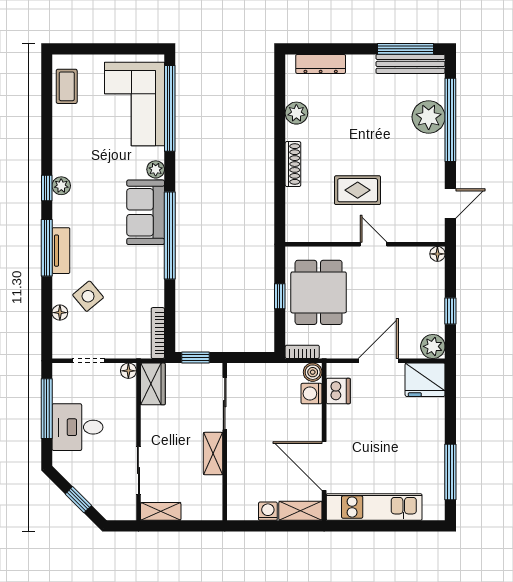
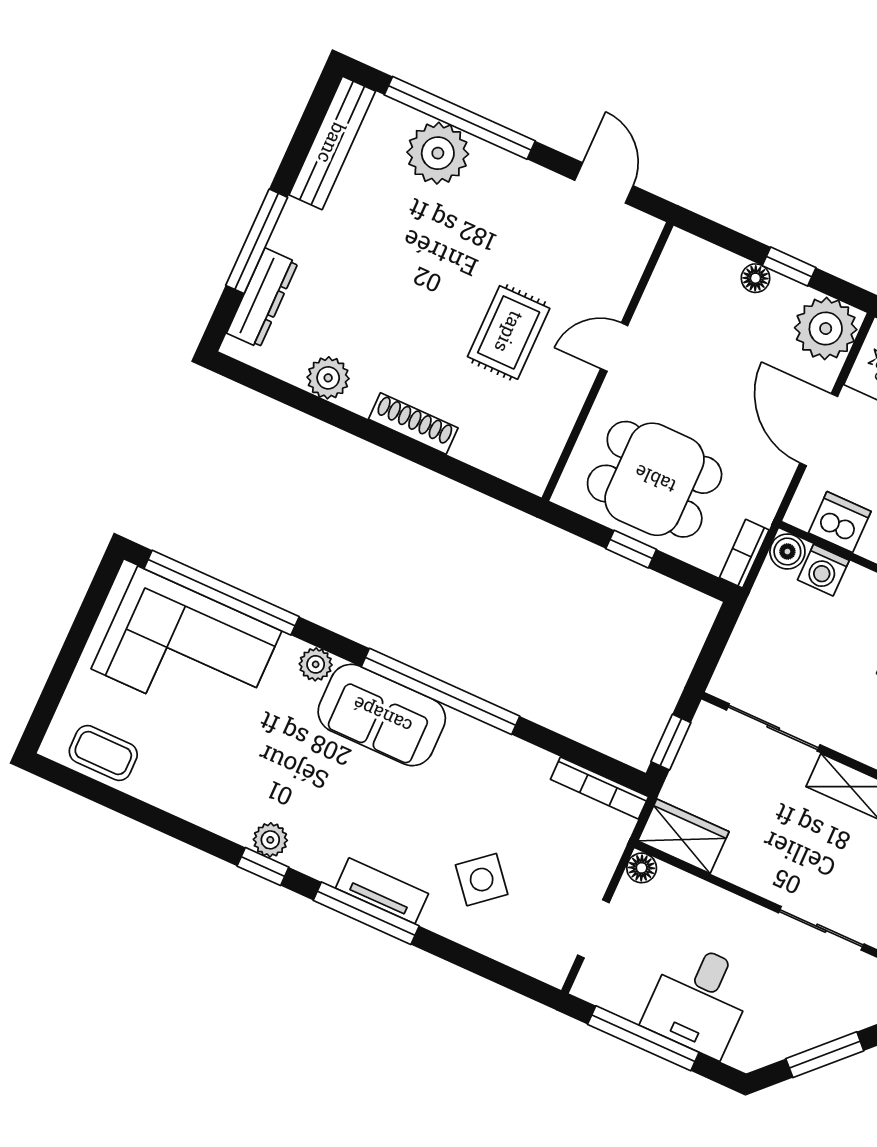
window: (405, 49) -> (257, 241), moved
floor lamp: (437, 254) -> (755, 278), moved
floor lamp: (60, 313) -> (488, 941), removed
plant: (433, 346) -> (826, 329), width x1.36, depth x1.36
window: (78, 500) -> (825, 1055), width x1.50

